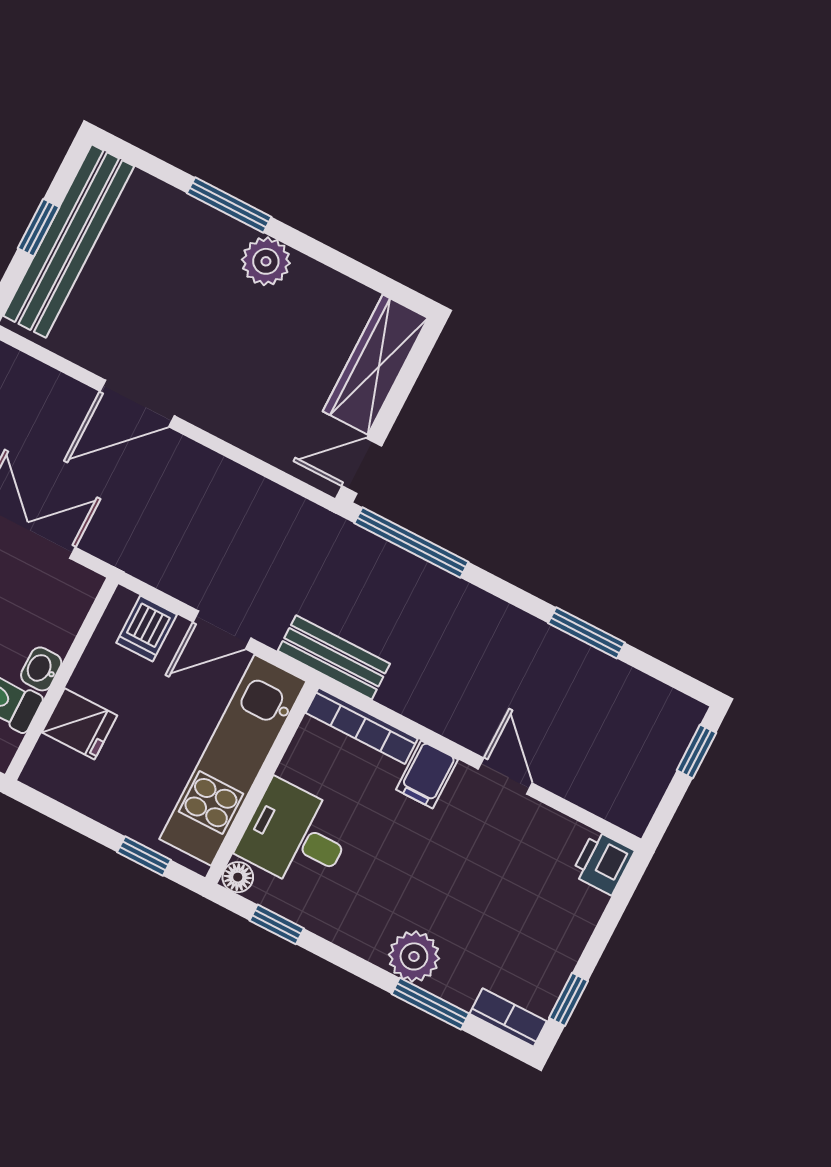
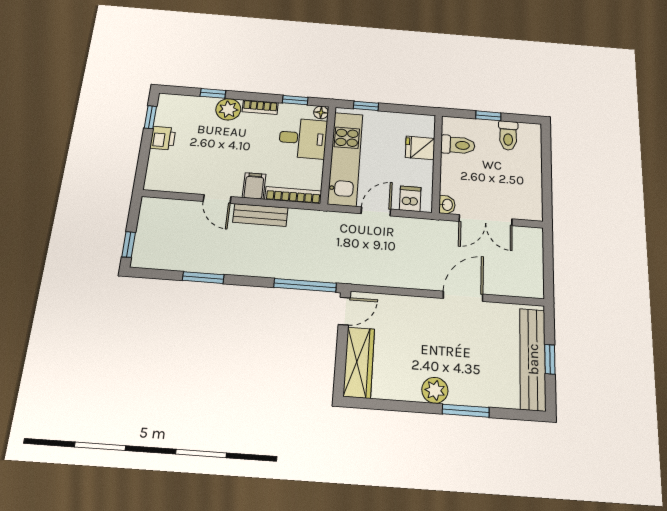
bench: (334, 657) -> (260, 215), moved
washbasin: (41, 669) -> (447, 205), moved
printer: (603, 863) -> (163, 138), moved
window: (430, 1004) -> (213, 93), width x0.67
bookcase: (508, 1017) -> (260, 107), moved

